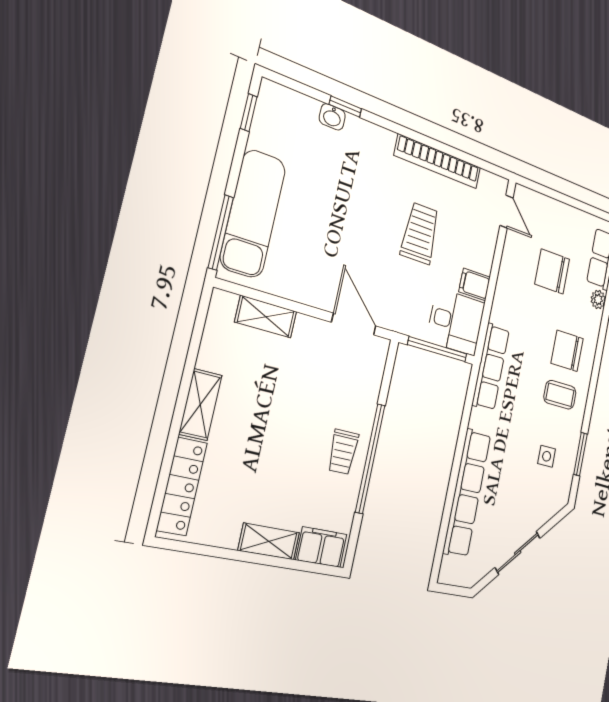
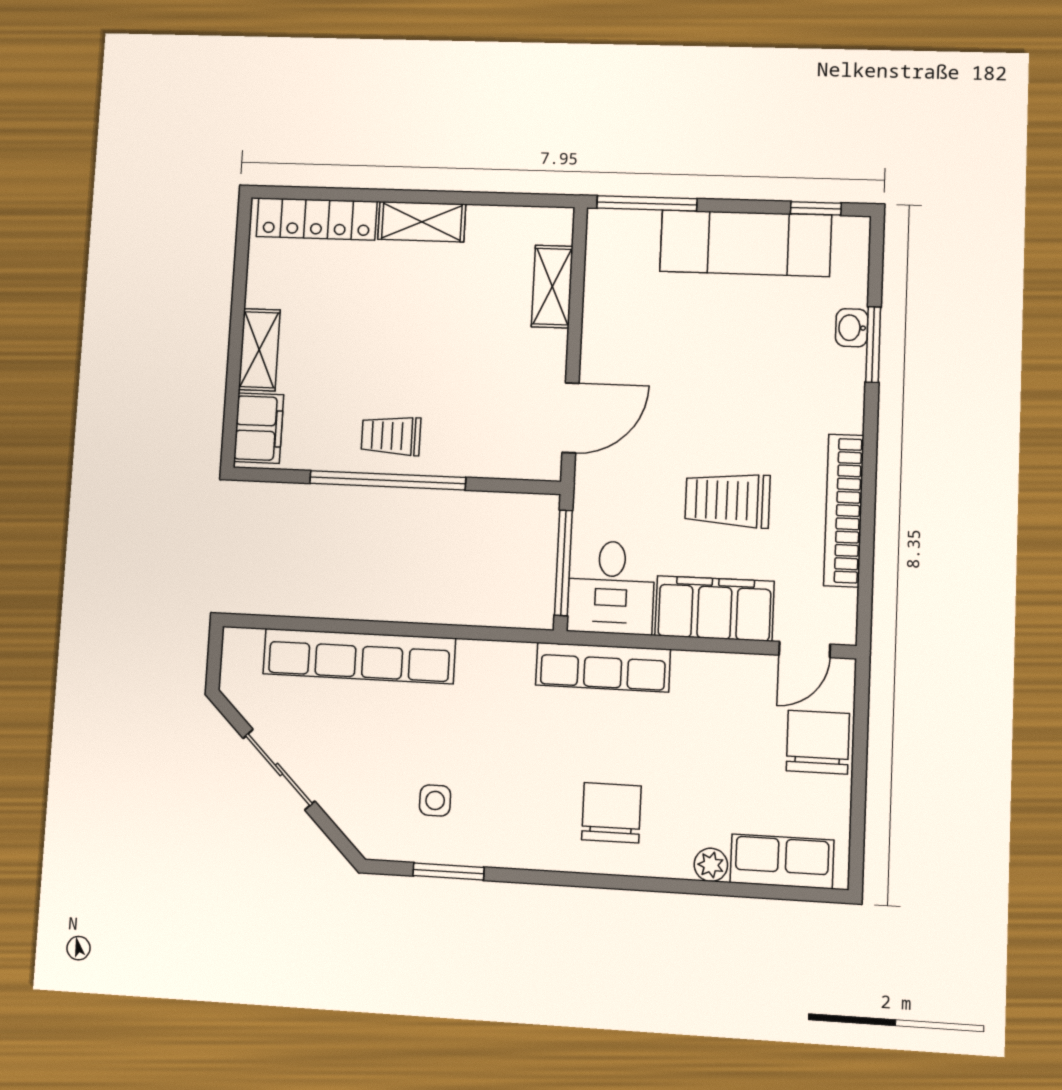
window: (345, 107) -> (873, 345), width x1.50
exam couch: (253, 214) -> (745, 243), moved
trolley: (420, 233) -> (727, 500), turned 180
chair: (552, 272) -> (818, 742), moved
filing cabinet: (475, 284) -> (715, 608), width x3.00, depth x1.17
row of seats: (491, 367) -> (603, 667), moved
coffee table: (560, 395) -> (537, 810), removed

